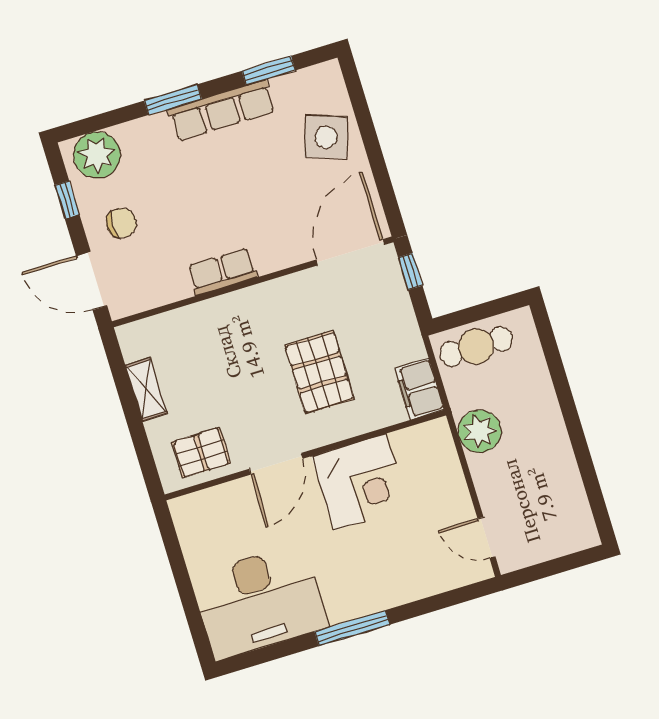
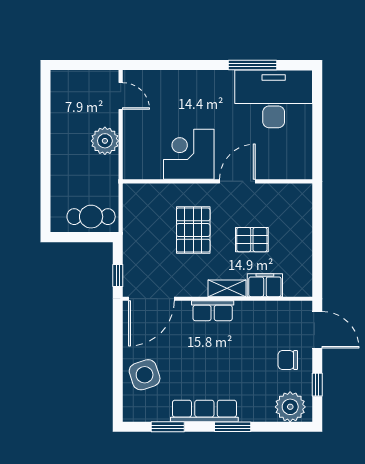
side table: (326, 137) -> (145, 375), turned -37
row of seats: (222, 272) -> (213, 311), moved
shelving: (146, 389) -> (227, 288), moved, turned 90
filing cabinet: (419, 389) -> (265, 285), moved, turned -90
plant: (480, 431) -> (105, 141), moved
pallet: (201, 453) -> (252, 240), moved
window: (352, 628) -> (252, 65), moved

